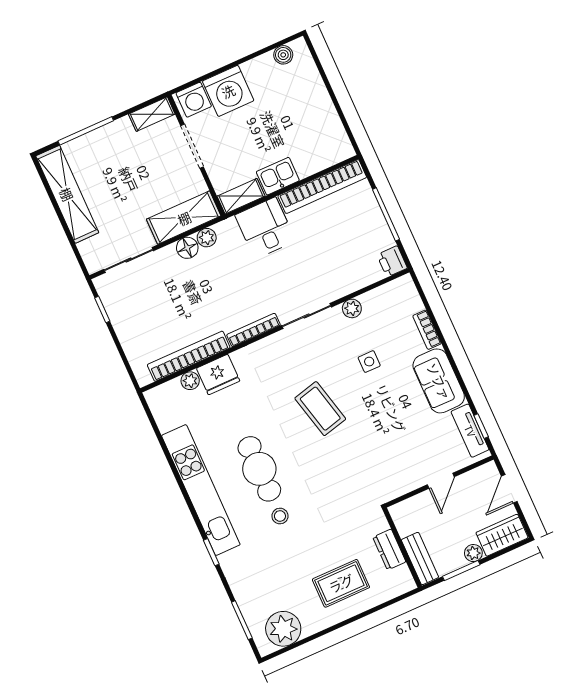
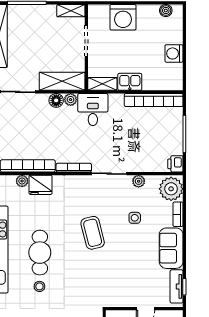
washing machine: (194, 100) -> (174, 53), moved, turned 90
desk: (265, 228) -> (93, 110), moved
plant: (402, 299) -> (171, 189), added

